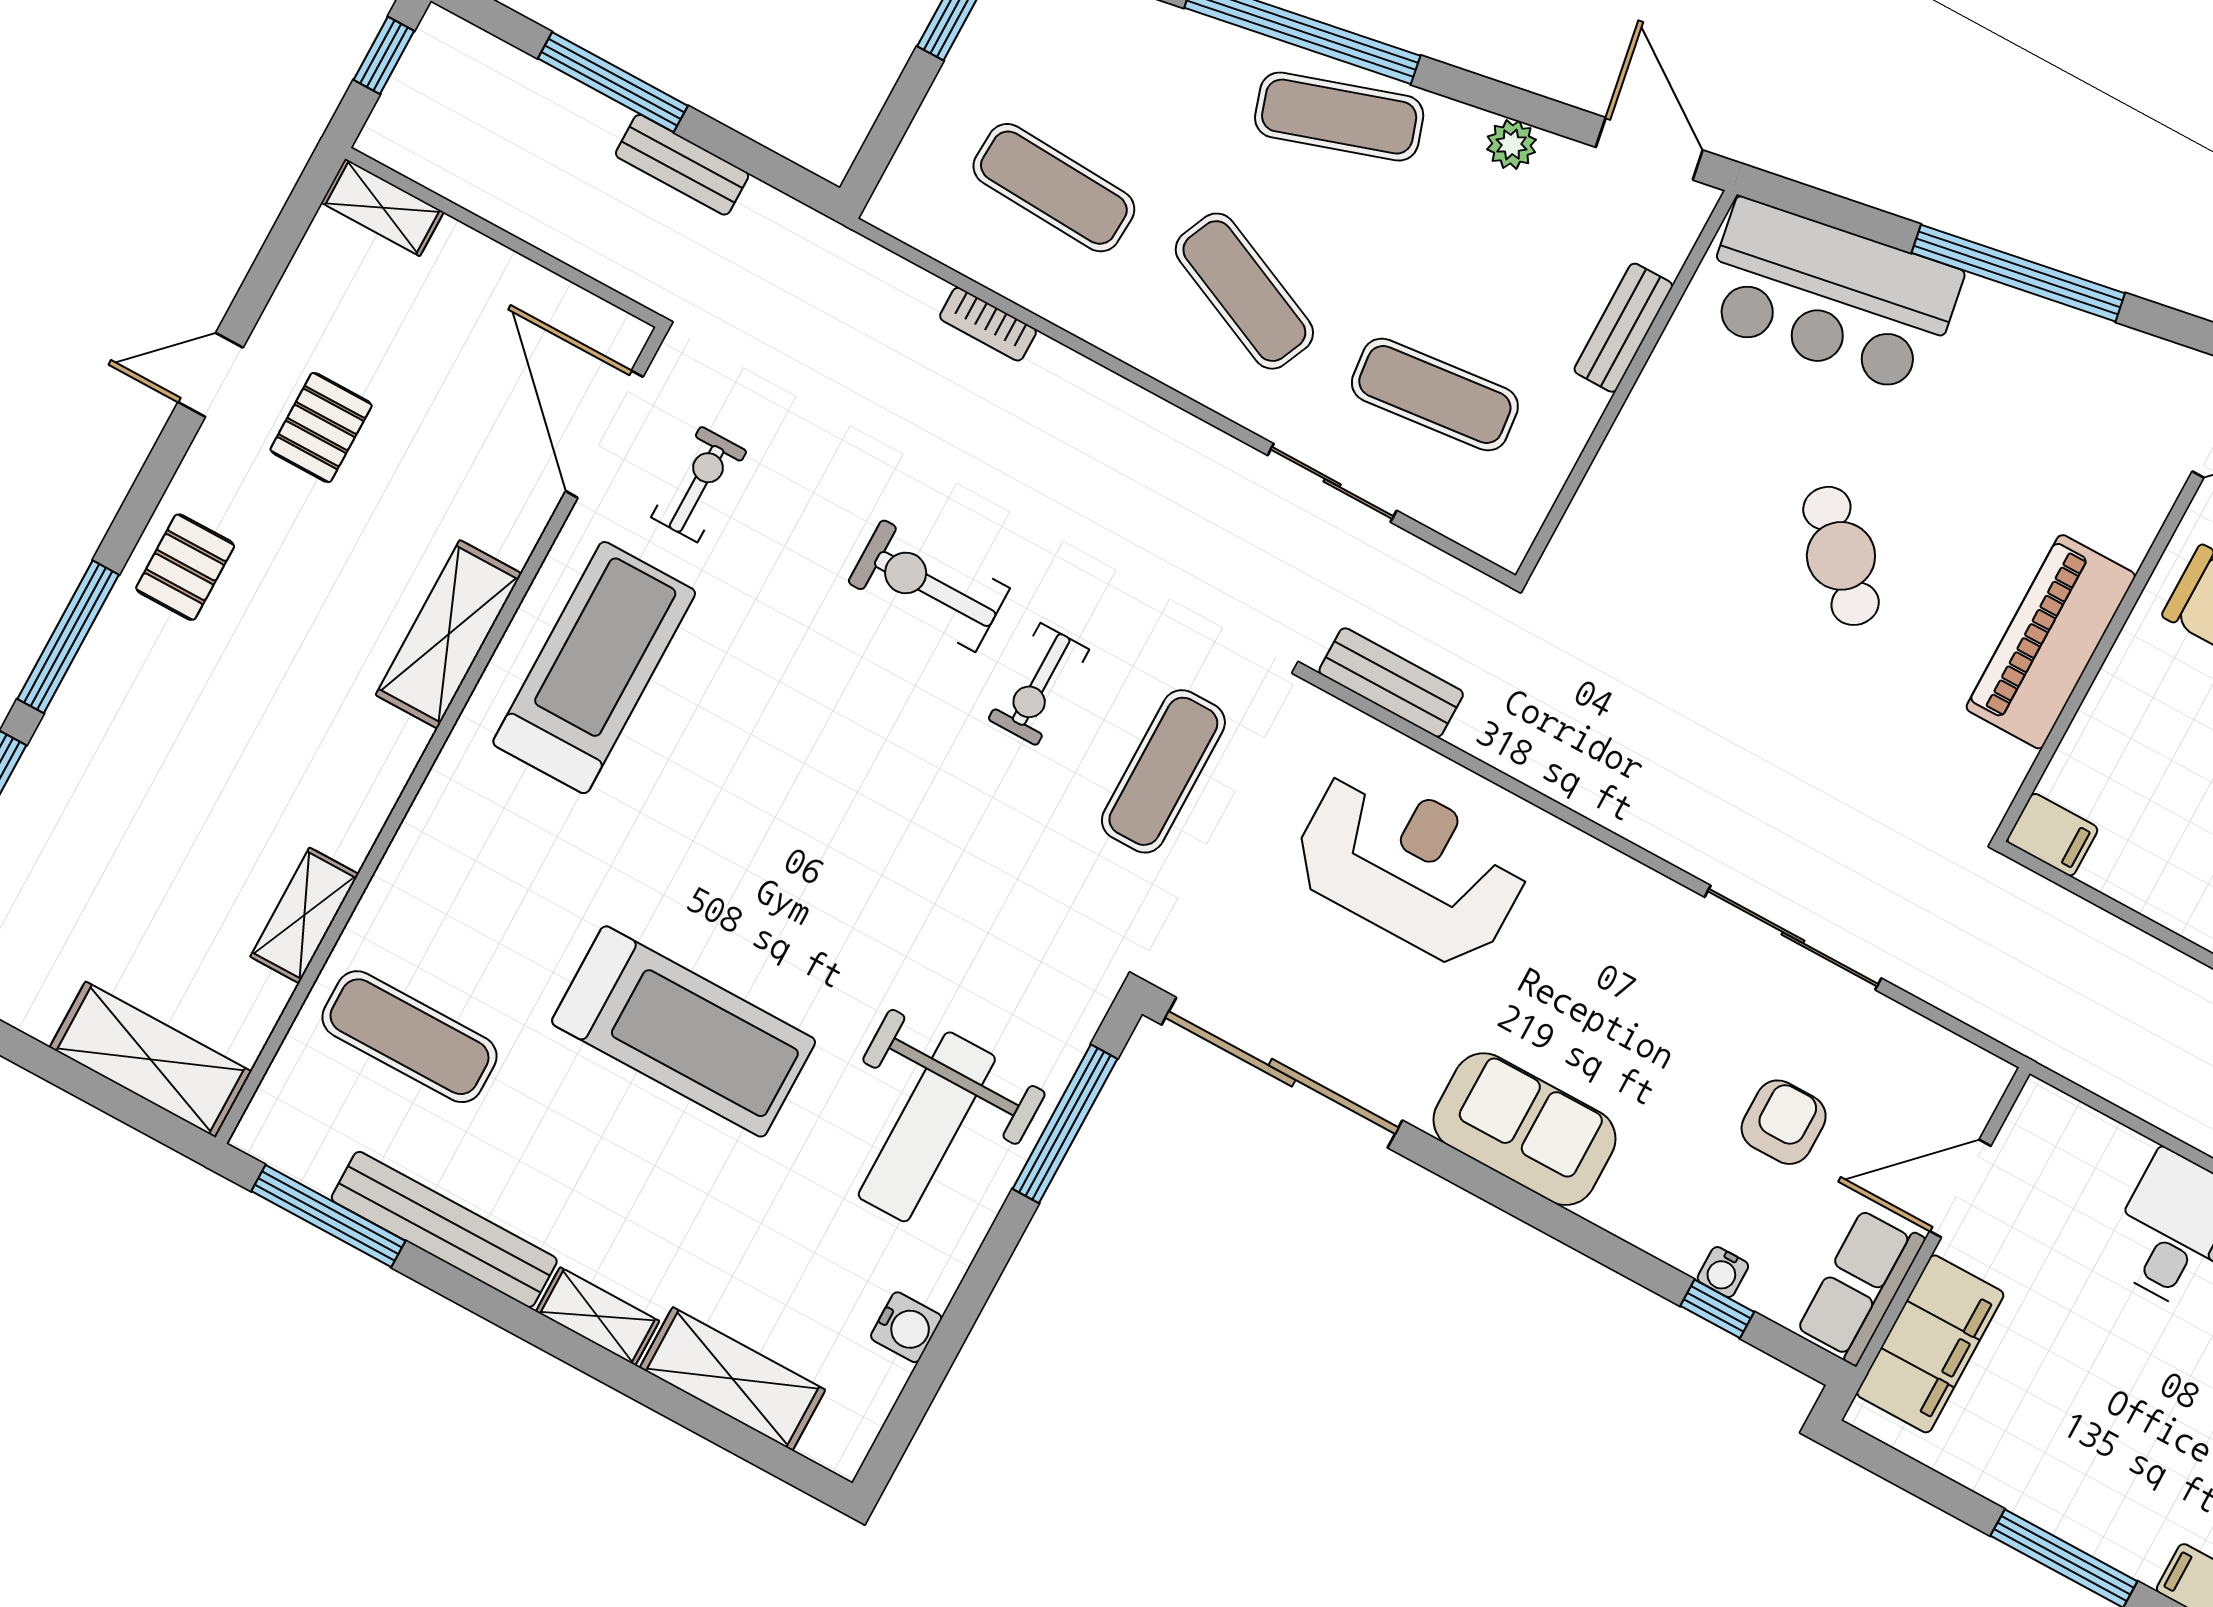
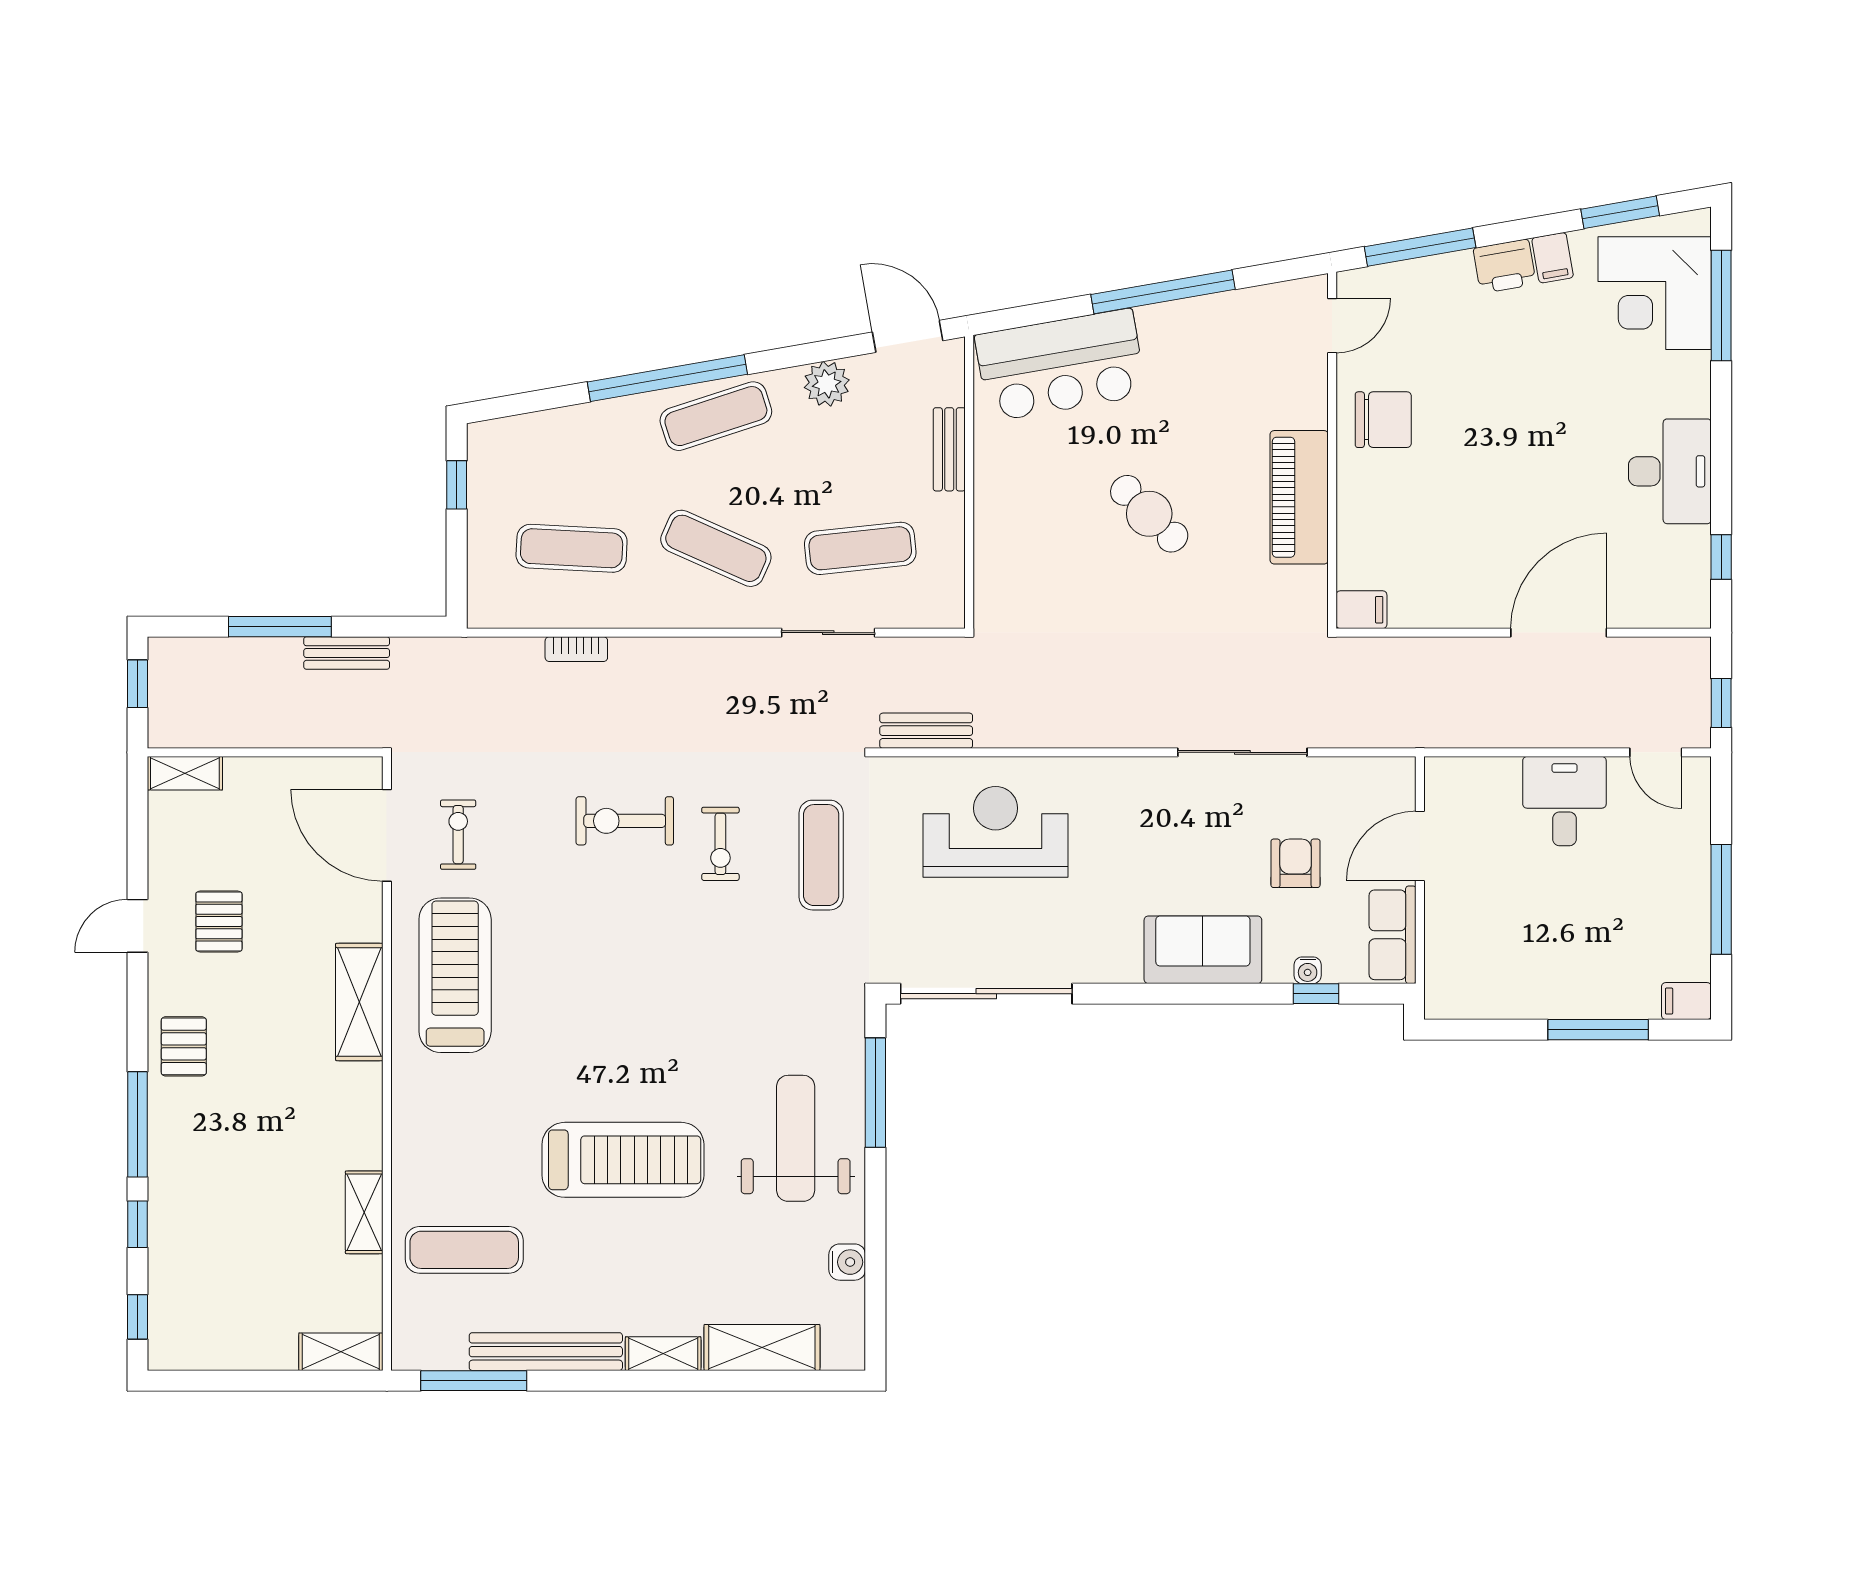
plant: (1511, 144) -> (827, 384), width x1.38, depth x1.38
shelving: (150, 1059) -> (341, 1352), width x0.67, depth x0.75
weight bench: (927, 1127) -> (796, 1138), turned 180
sofa: (1524, 1129) -> (1203, 950), moved
filing cabinet: (1930, 1344) -> (1452, 946), removed

